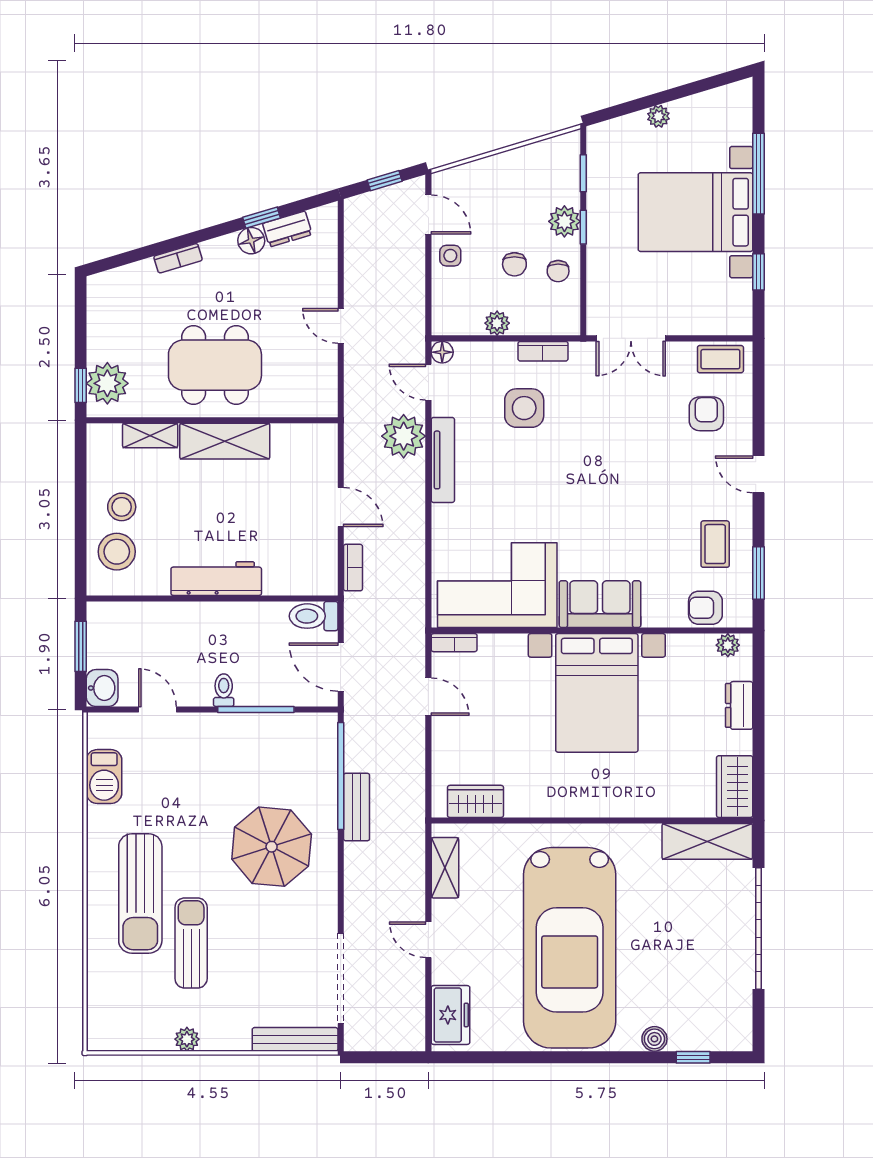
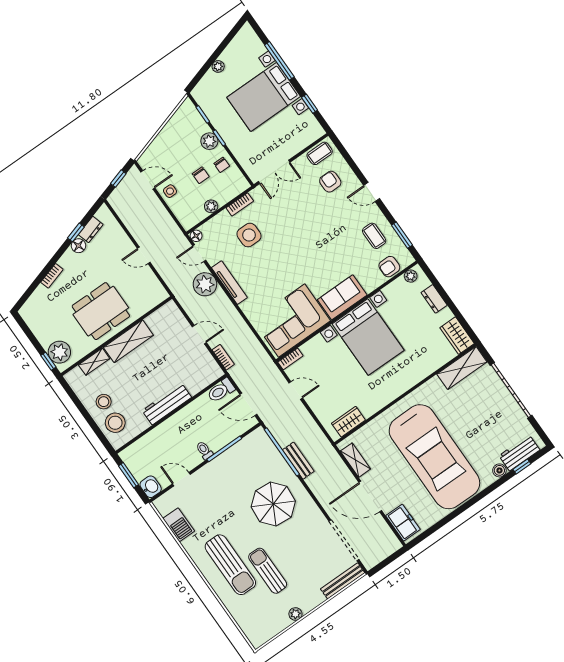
door: (428, 940) -> (370, 497), width x1.88
workbench: (704, 1033) -> (519, 453), added

